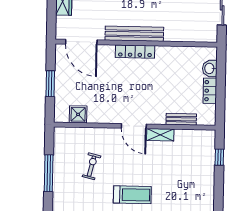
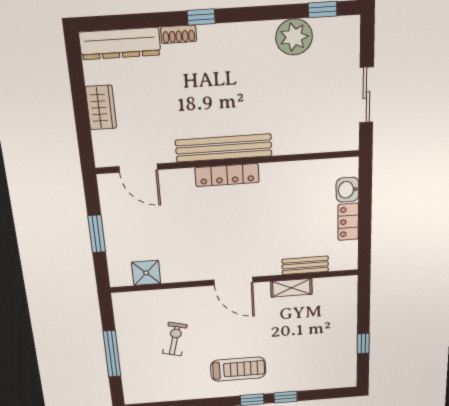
door: (81, 42) -> (138, 168), width x0.73
shelving: (160, 135) -> (291, 288), moved
window: (219, 157) -> (363, 344), moved

